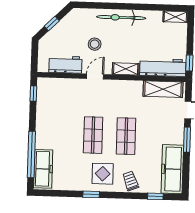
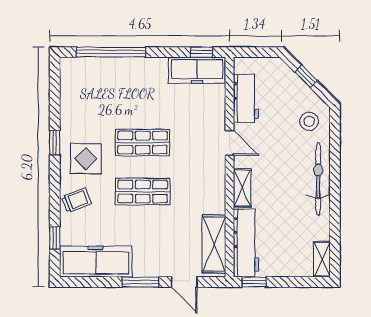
stool: (95, 44) -> (309, 121), moved
freezer: (43, 169) -> (197, 70), moved

